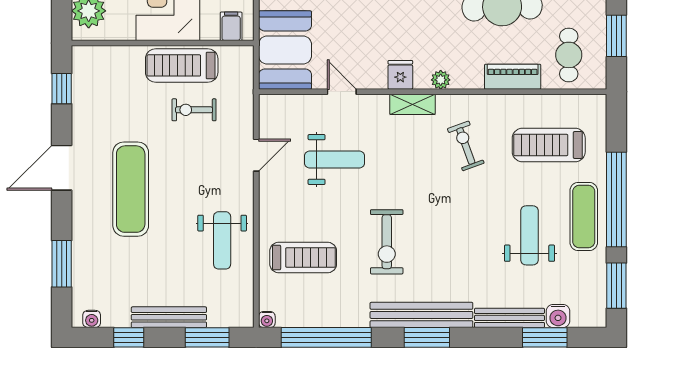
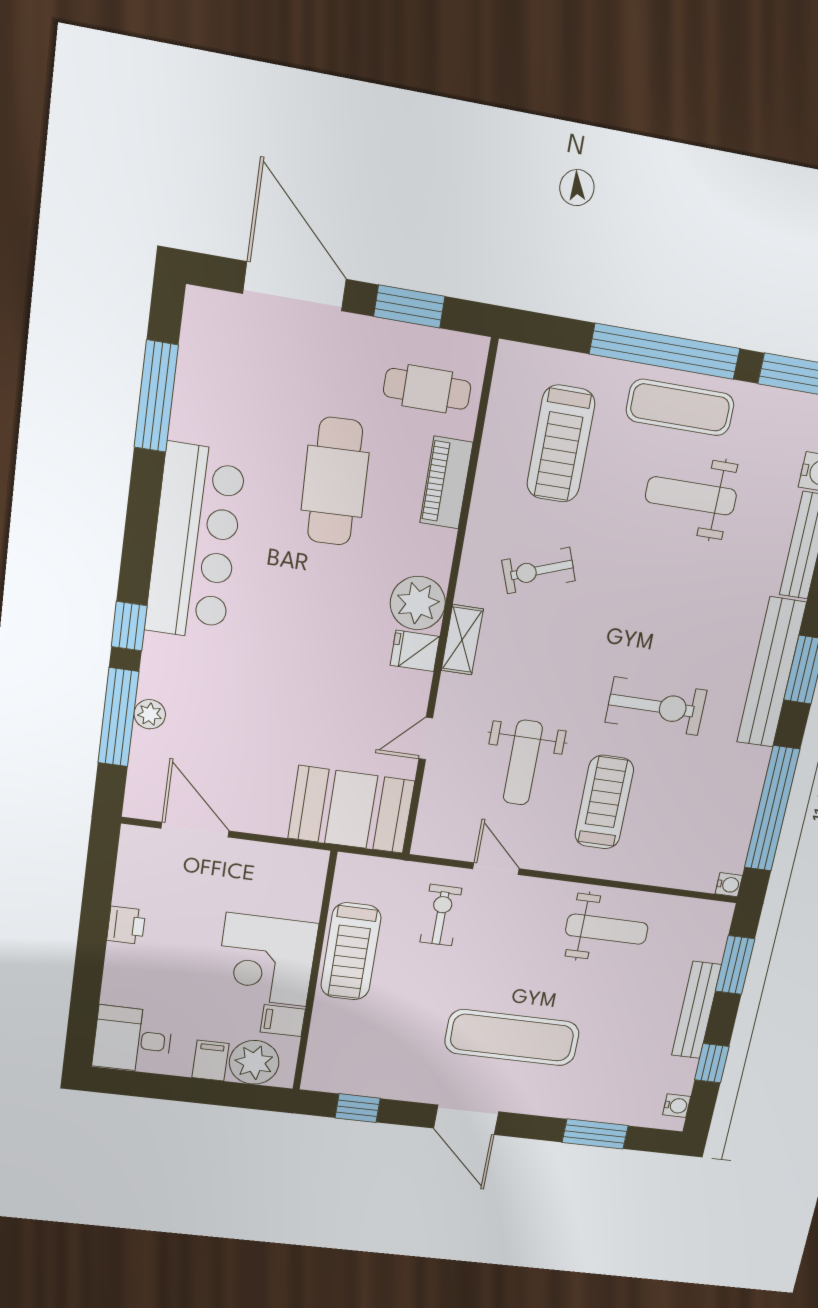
filing cabinet: (231, 26) -> (283, 1021), moved
plant: (441, 80) -> (418, 603), width x1.87, depth x1.87
exercise bike: (194, 110) -> (441, 915), moved, turned 180
weight bench: (334, 160) -> (523, 763), turned 180
treadmill: (303, 258) -> (604, 802), moved

